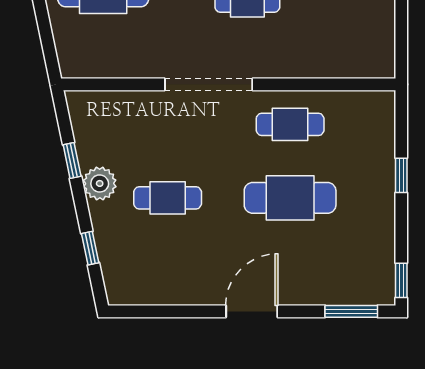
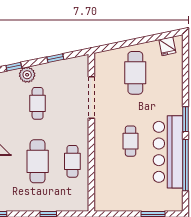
doorway: (209, 84) -> (91, 98), moved
plant: (100, 183) -> (27, 75), moved

